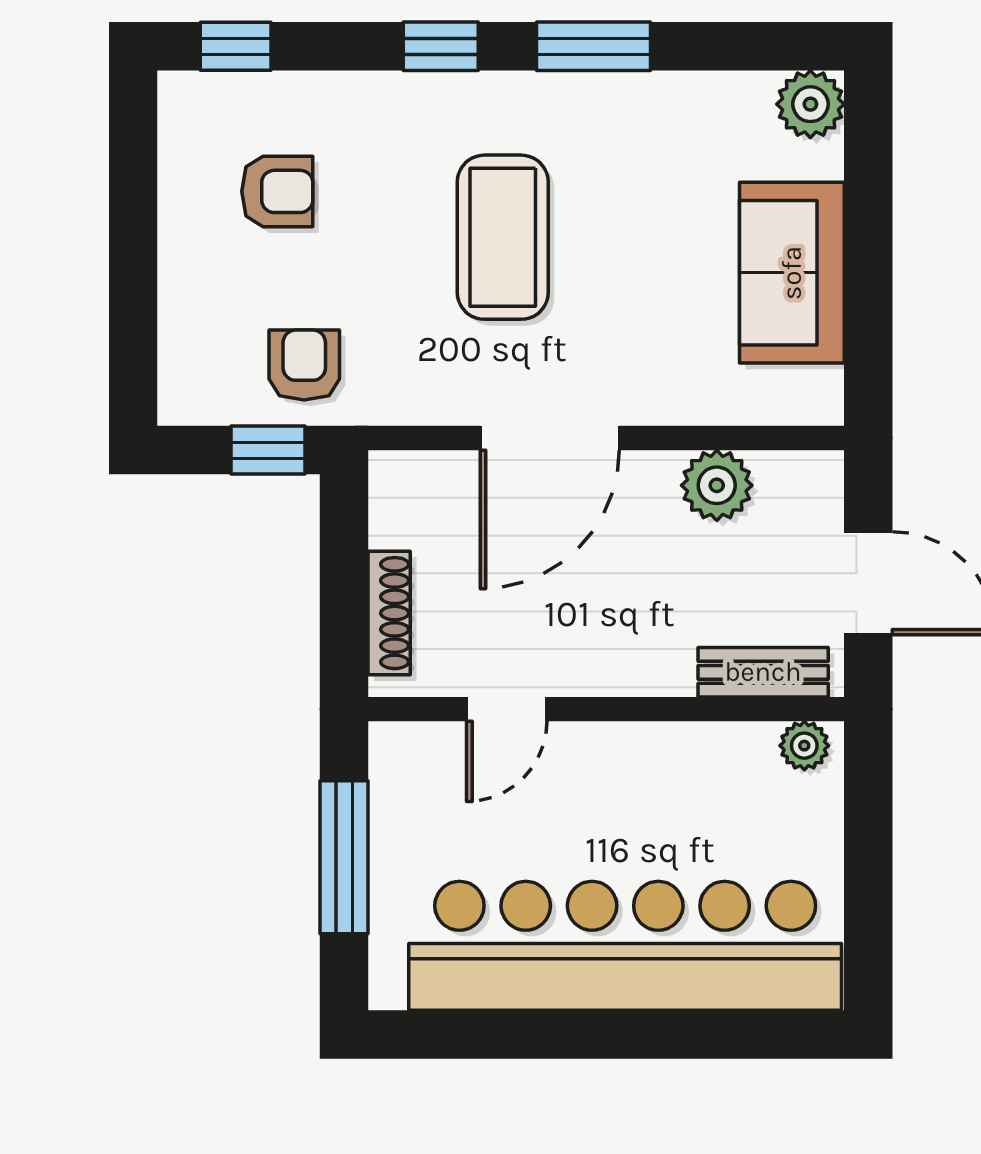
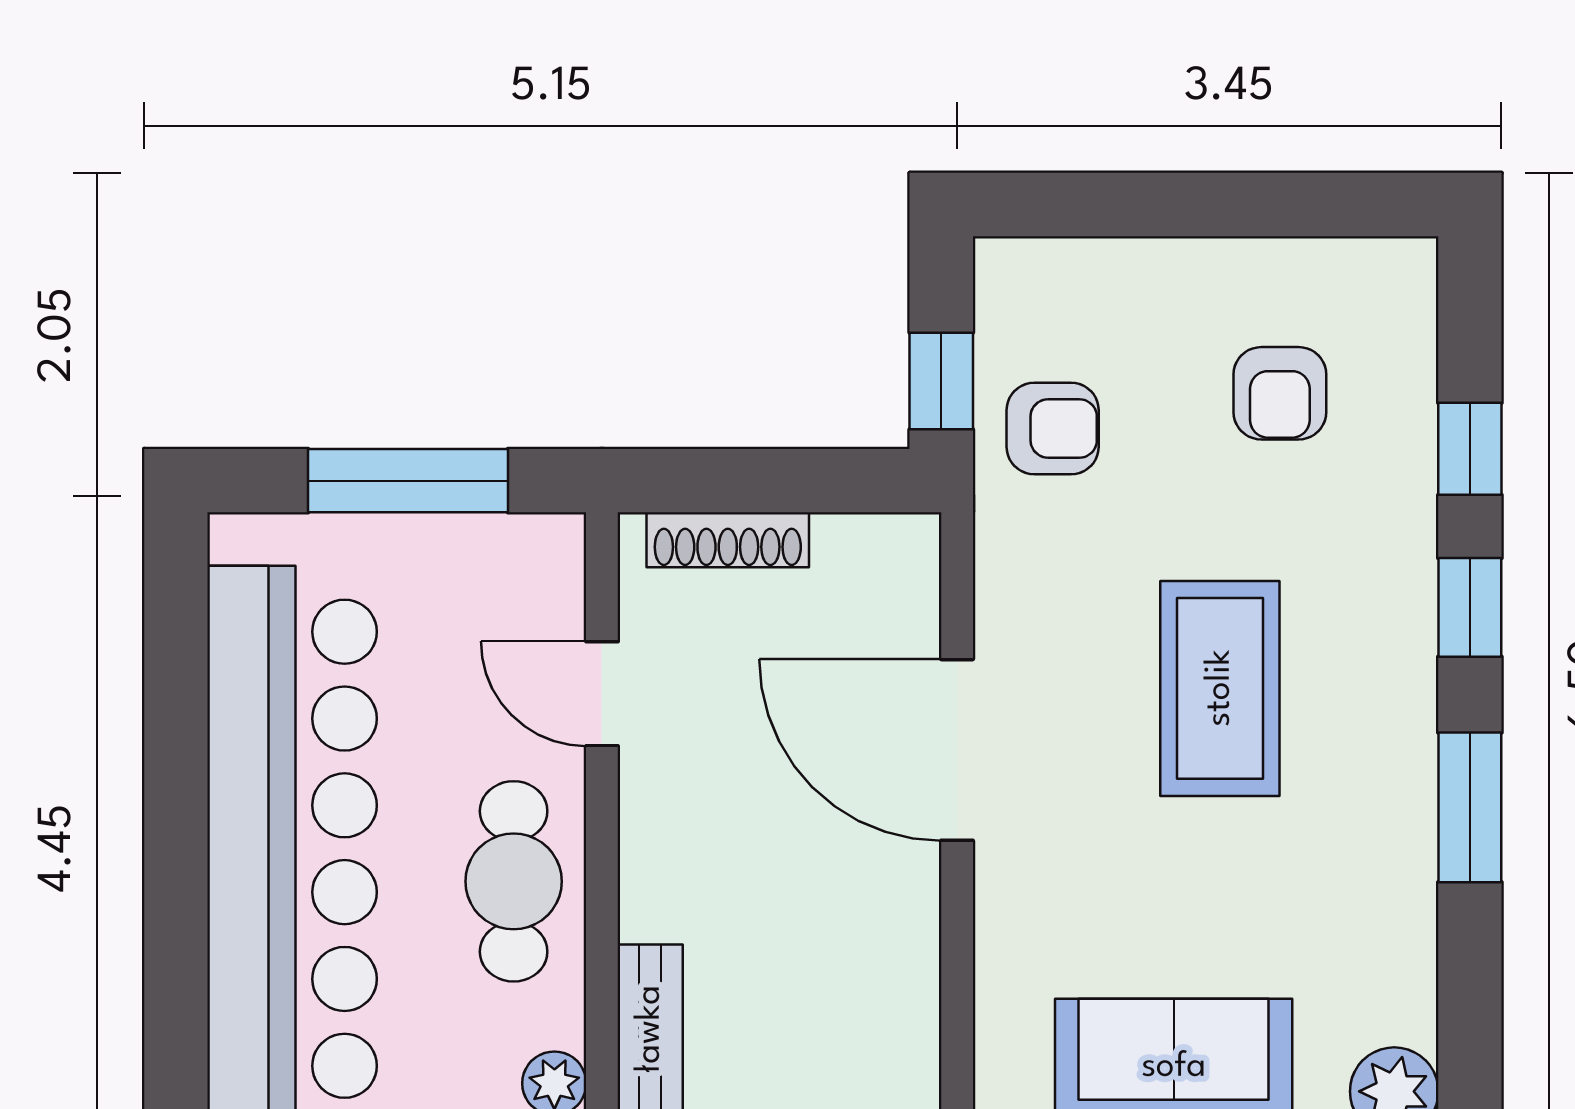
window: (236, 46) -> (1470, 449), moved
coffee table: (503, 237) -> (1220, 688), turned 90
plant: (717, 485) -> (895, 969), removed
cafe table: (650, 777) -> (514, 881), added

